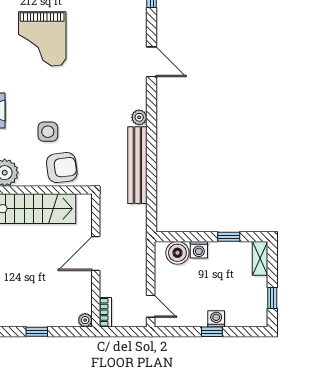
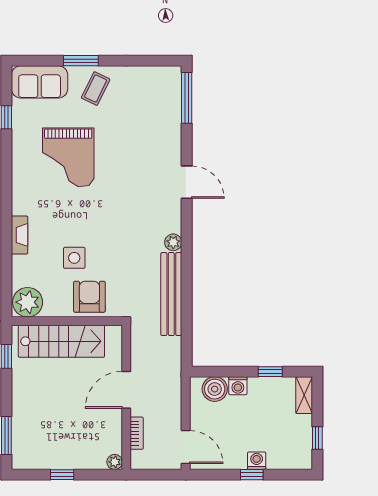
armchair: (62, 168) -> (89, 297), turned -83
door: (151, 306) -> (186, 447), width x1.38
bookcase: (105, 312) -> (137, 433), moved

